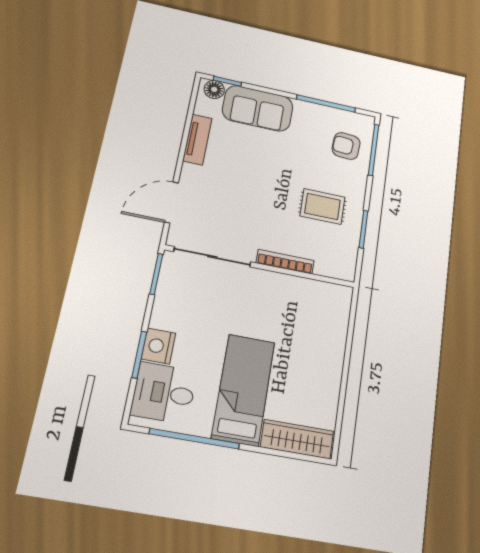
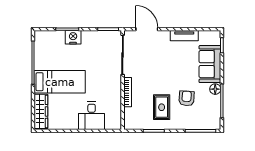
floor lamp: (214, 89) -> (215, 89), moved
armchair: (346, 146) -> (187, 98), moved
desk: (164, 393) -> (92, 116), moved, turned 180

